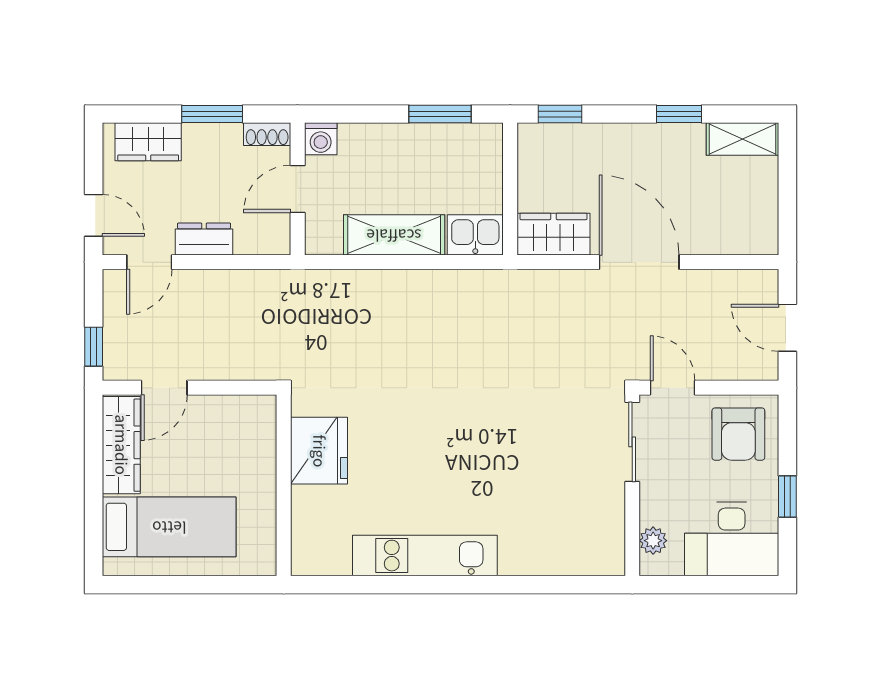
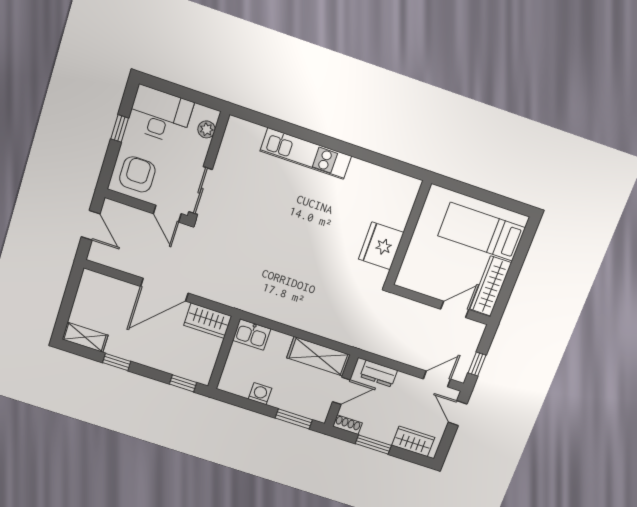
window: (440, 114) -> (294, 419), moved
washing machine: (321, 139) -> (260, 394), moved
shelving: (394, 235) -> (318, 356), moved
dresser: (204, 239) -> (379, 374), moved
door: (639, 262) -> (164, 290), hinge flipped
window: (94, 347) -> (477, 364), moved
kitchen unit: (425, 556) -> (306, 153), moved

